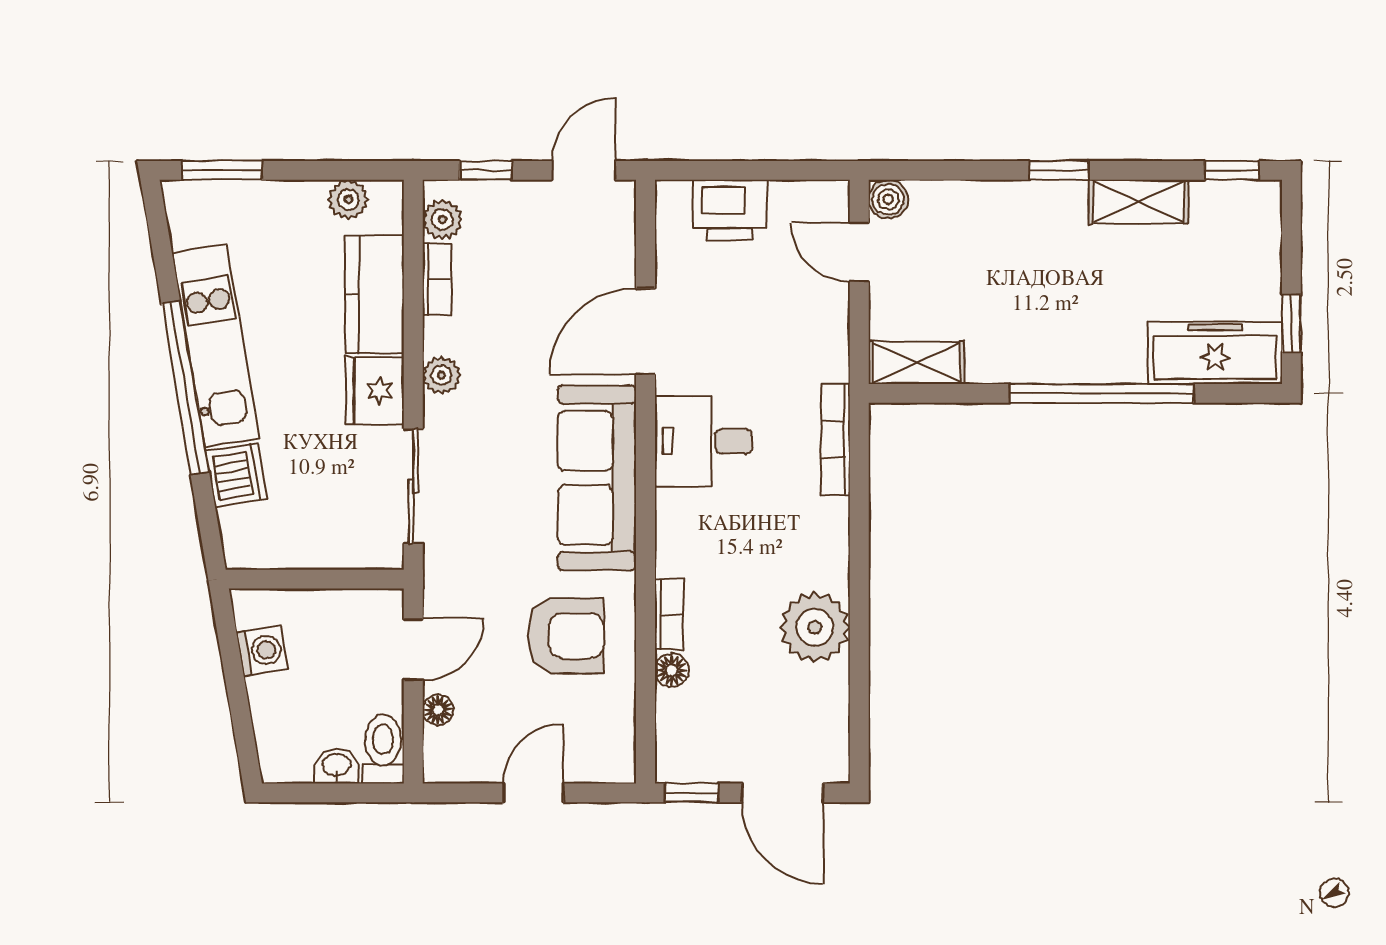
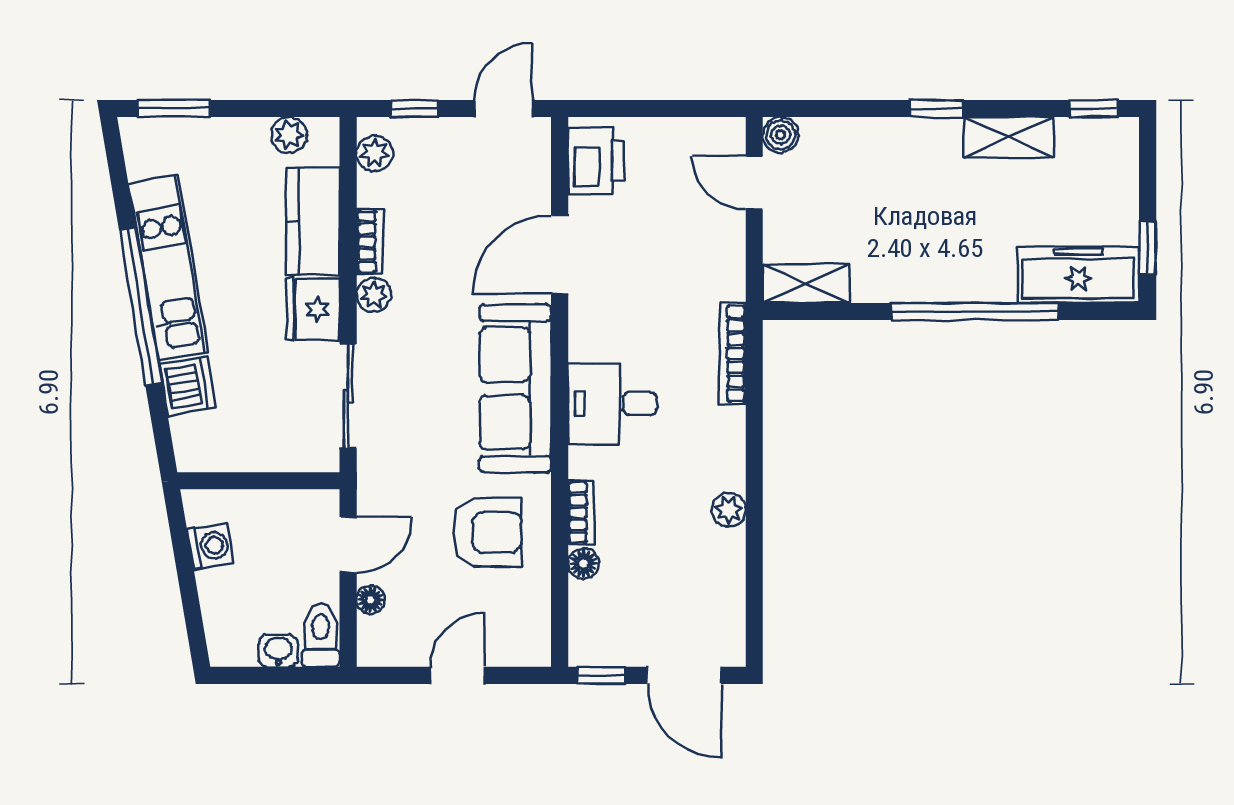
printer: (730, 210) -> (596, 161), moved, turned -90
bookcase: (437, 279) -> (370, 242), moved
desk: (703, 441) -> (612, 404), moved
plant: (815, 627) -> (729, 510), width x0.53, depth x0.53

